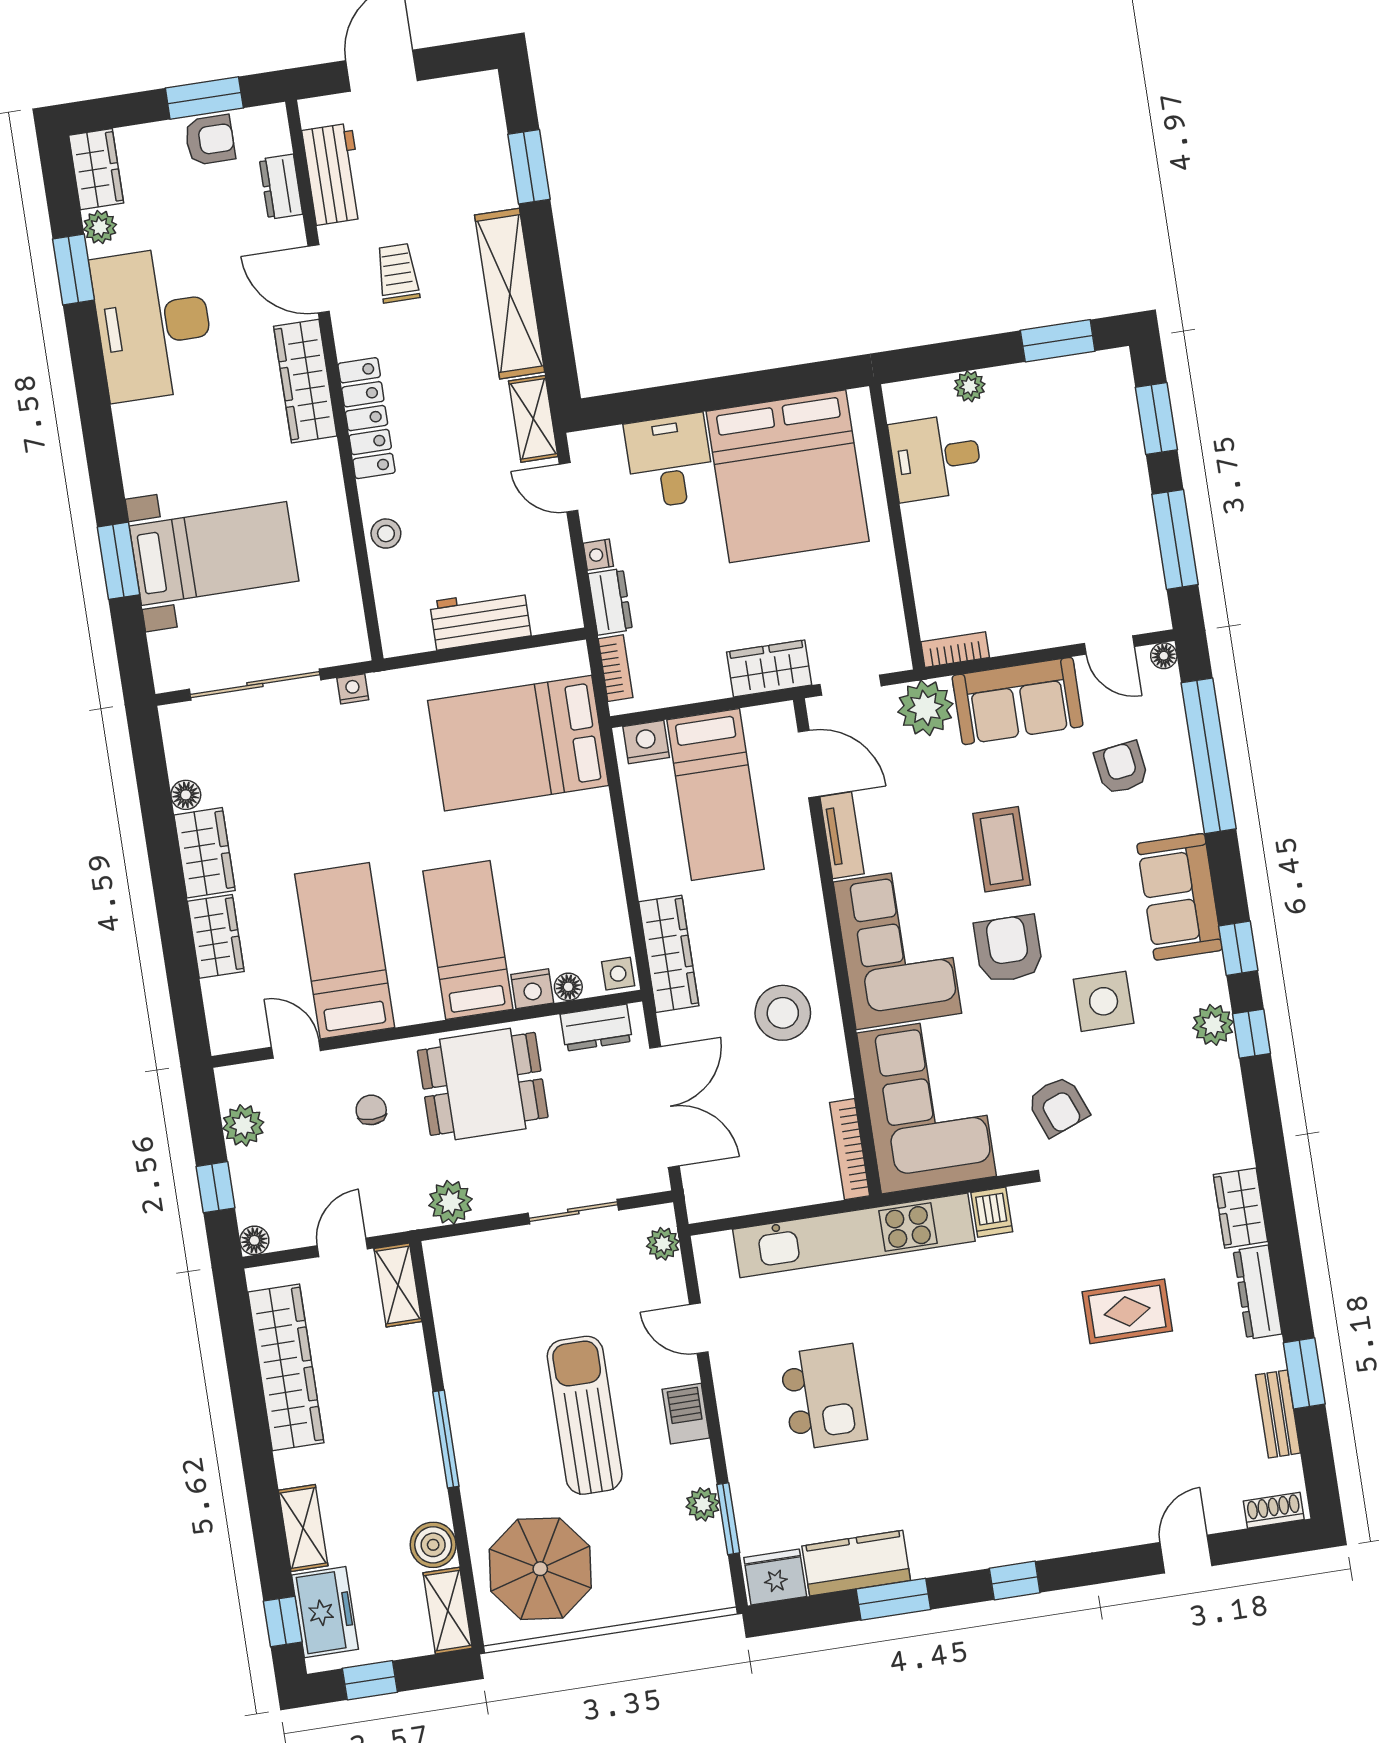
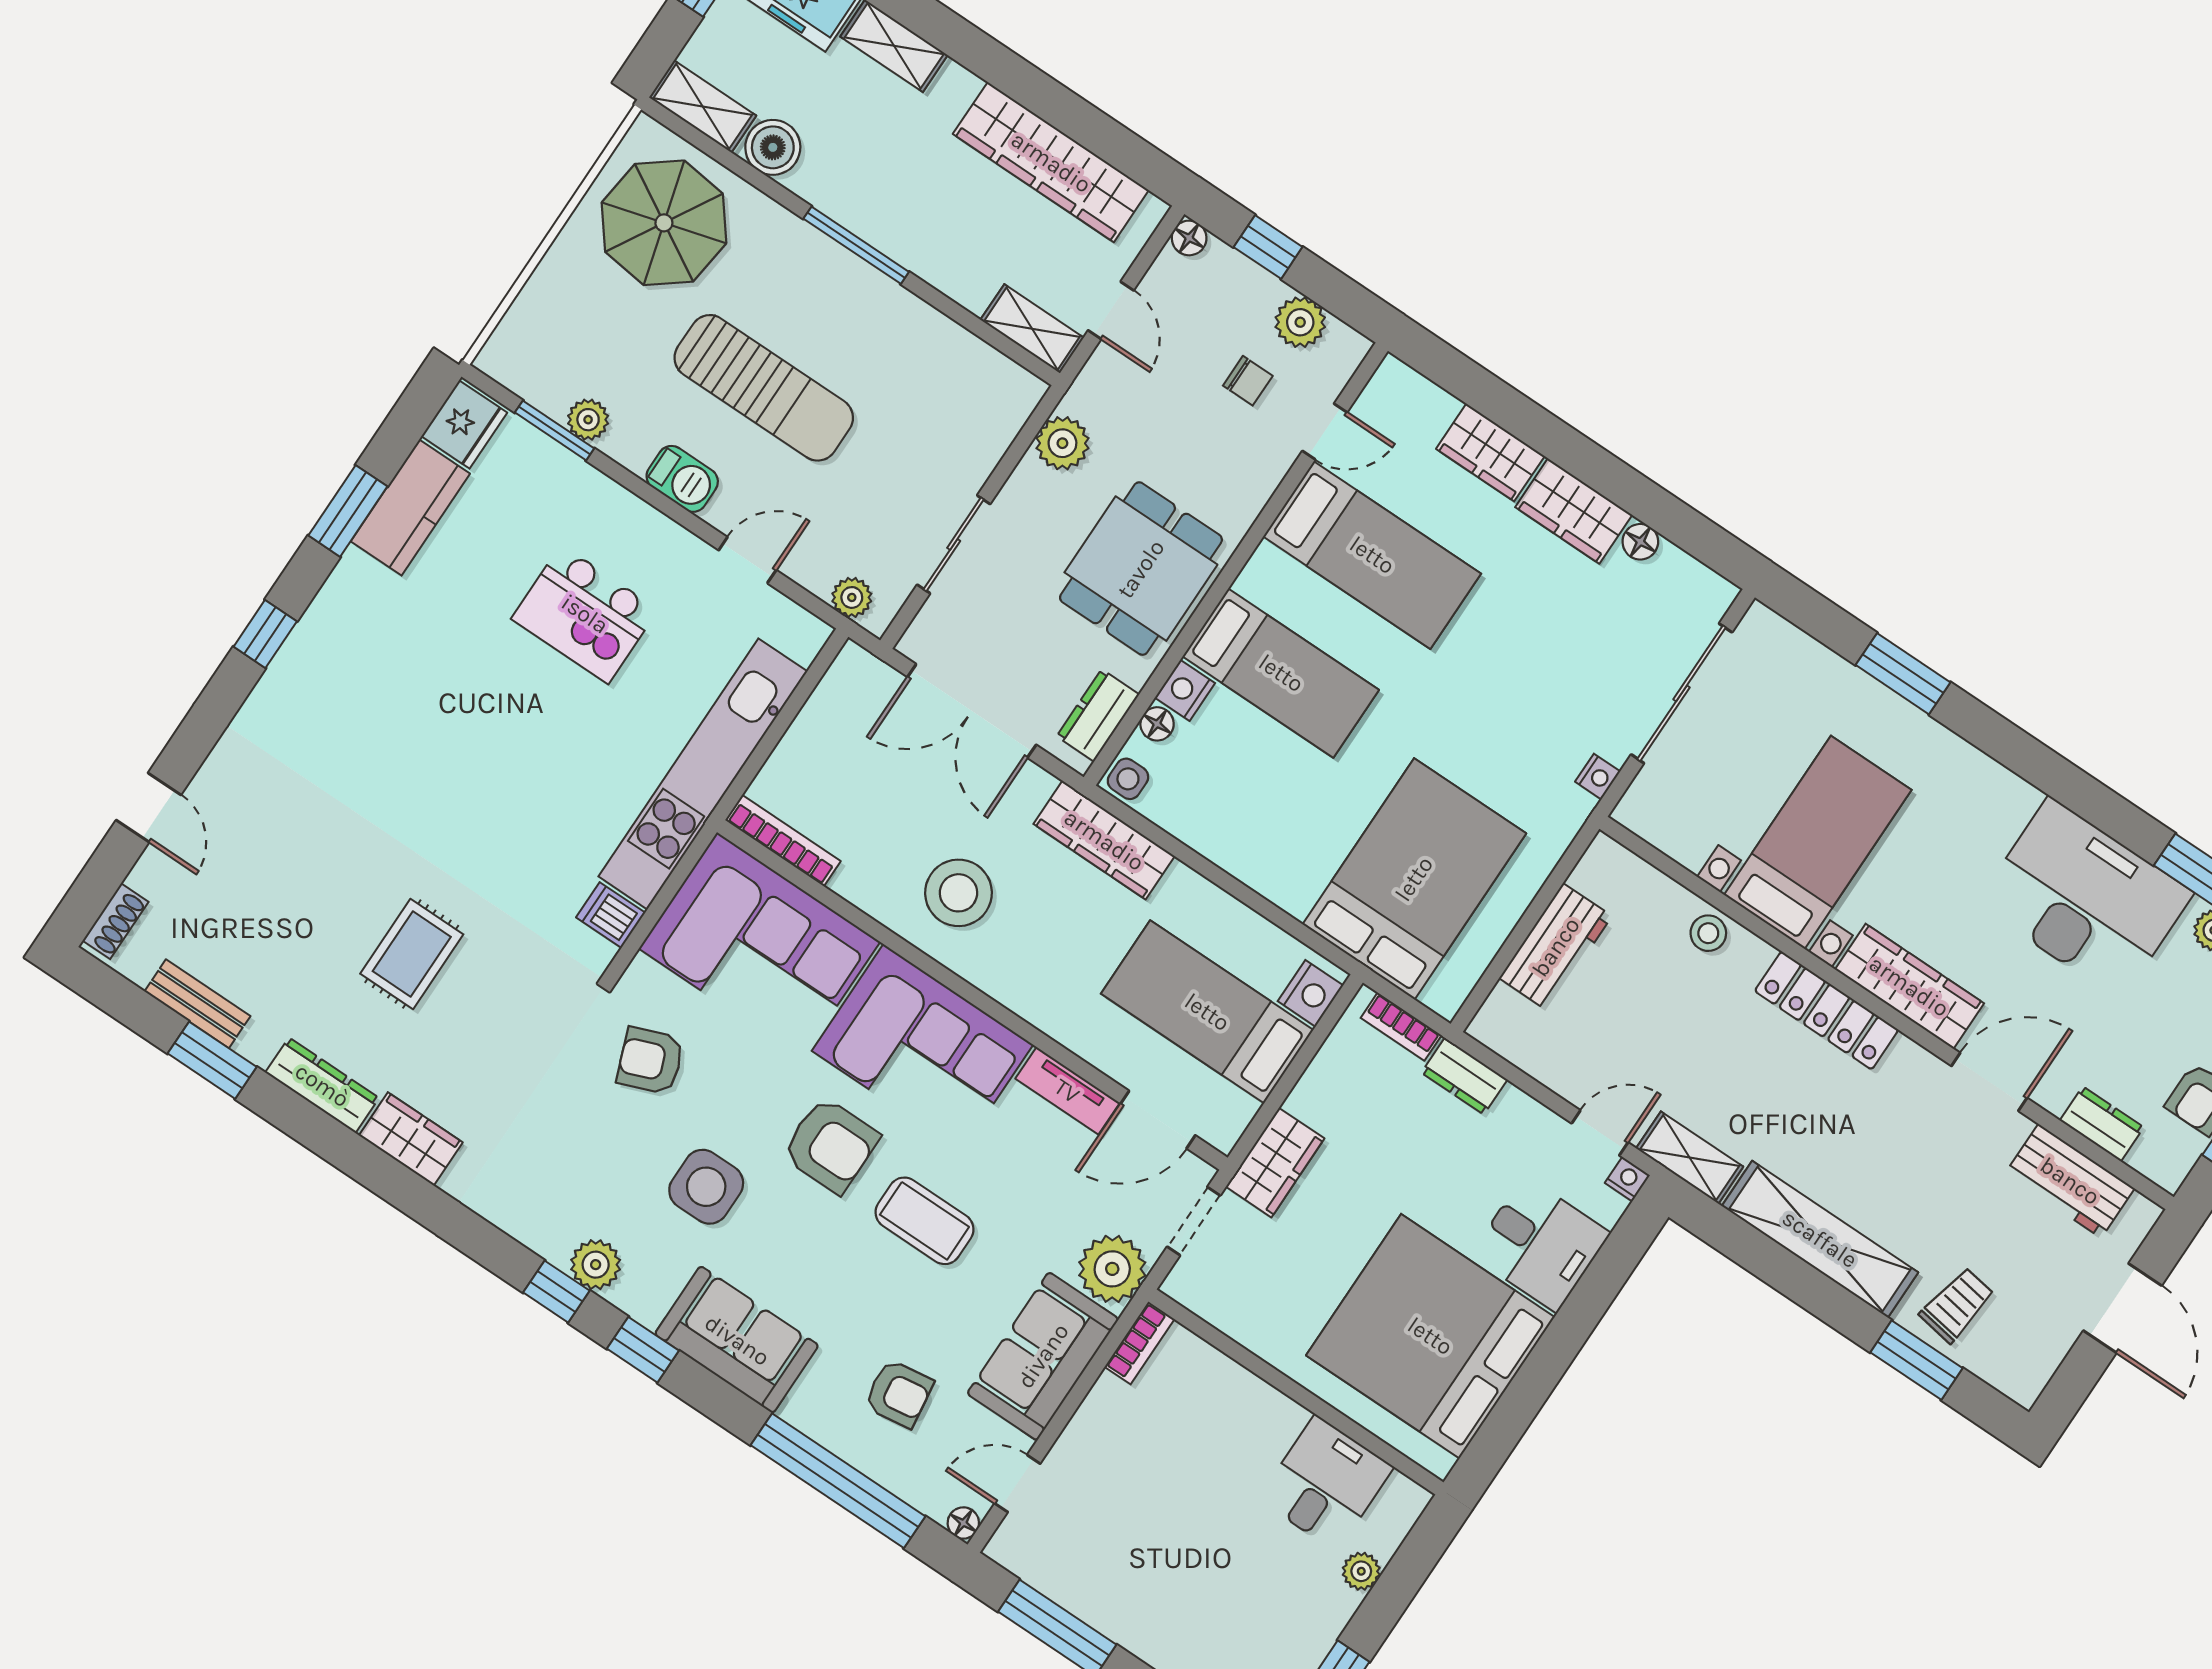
trolley: (398, 273) -> (1957, 1305), moved, turned -81
bed with nightstands: (214, 553) -> (1818, 842), moved, turned 180
nightstand: (598, 555) -> (1627, 1179), moved
chair: (371, 1110) -> (1248, 381), moved

